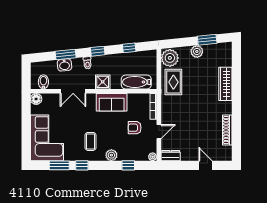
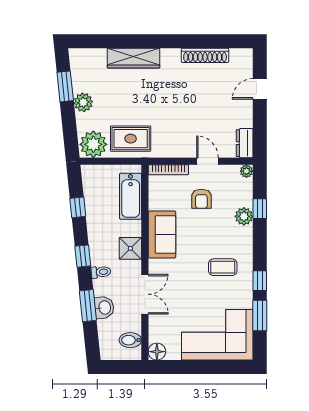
plant: (111, 155) -> (244, 216), moved

